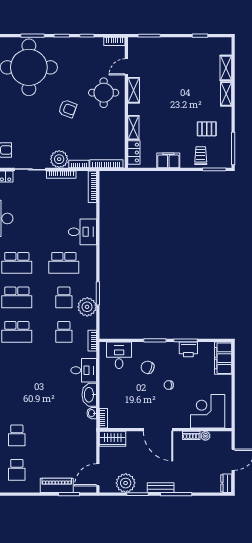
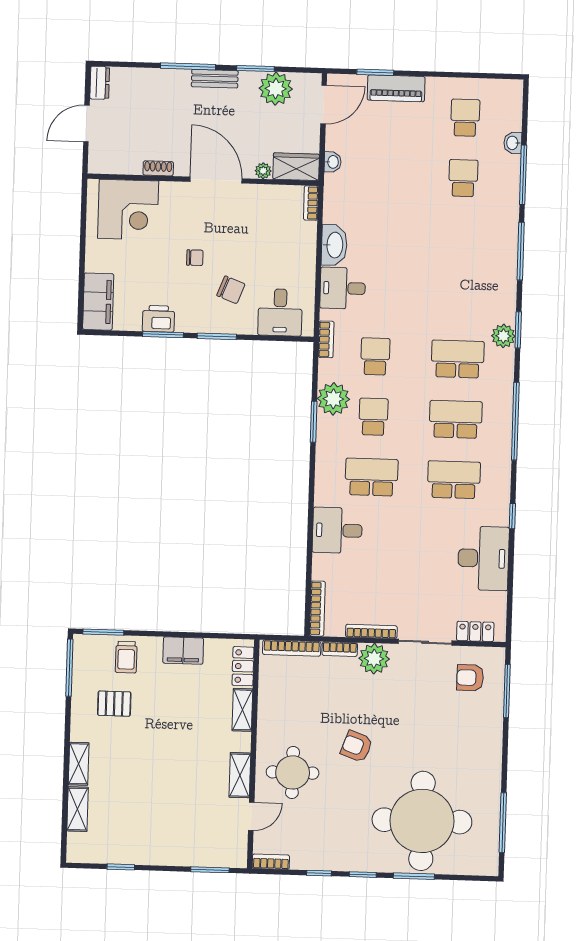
washbasin: (92, 413) -> (333, 162), moved
plant: (205, 436) -> (263, 171), moved

